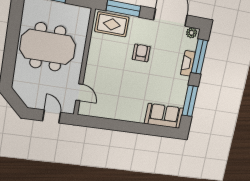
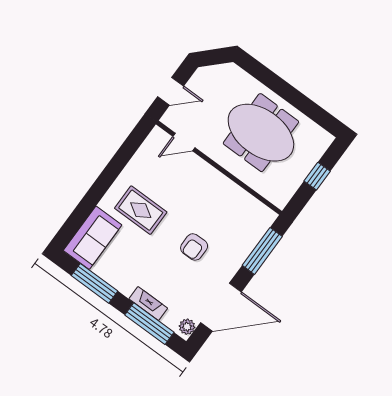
rug: (112, 24) -> (141, 210), moved, turned 90
meeting table: (48, 47) -> (261, 133), turned 90
armchair: (141, 53) -> (194, 247), turned 90

